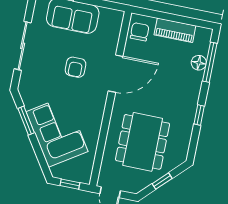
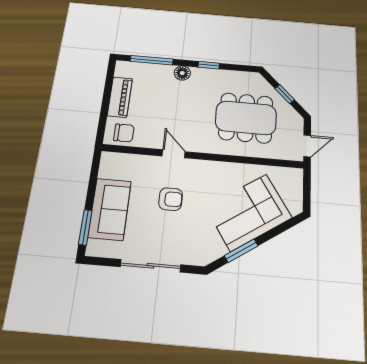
chair: (140, 32) -> (124, 133), turned 180
floor lamp: (199, 63) -> (182, 73), moved
door: (116, 74) -> (174, 154), width x0.53
window: (70, 184) -> (307, 191), removed

